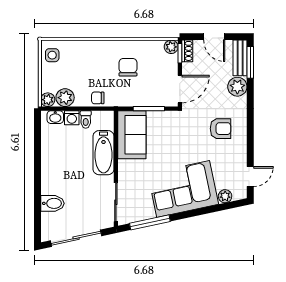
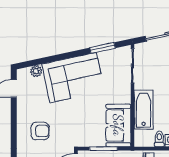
armchair: (221, 129) -> (40, 131), turned 180
window: (150, 222) -> (103, 48), width x0.69

